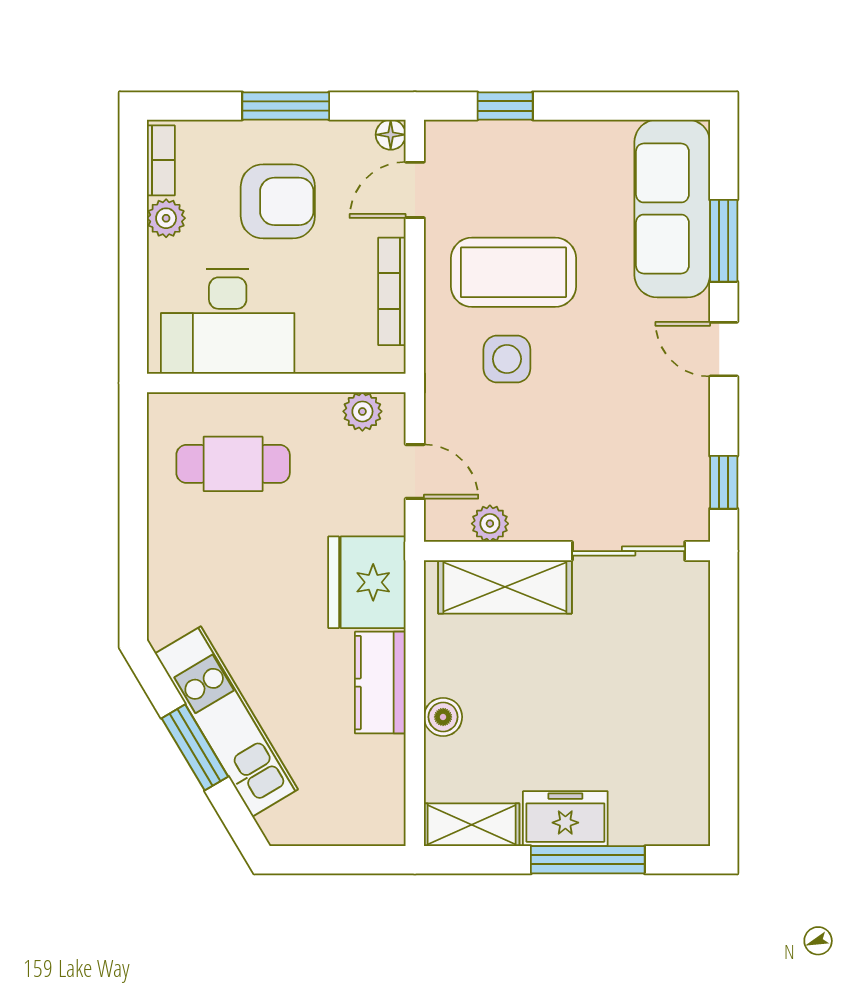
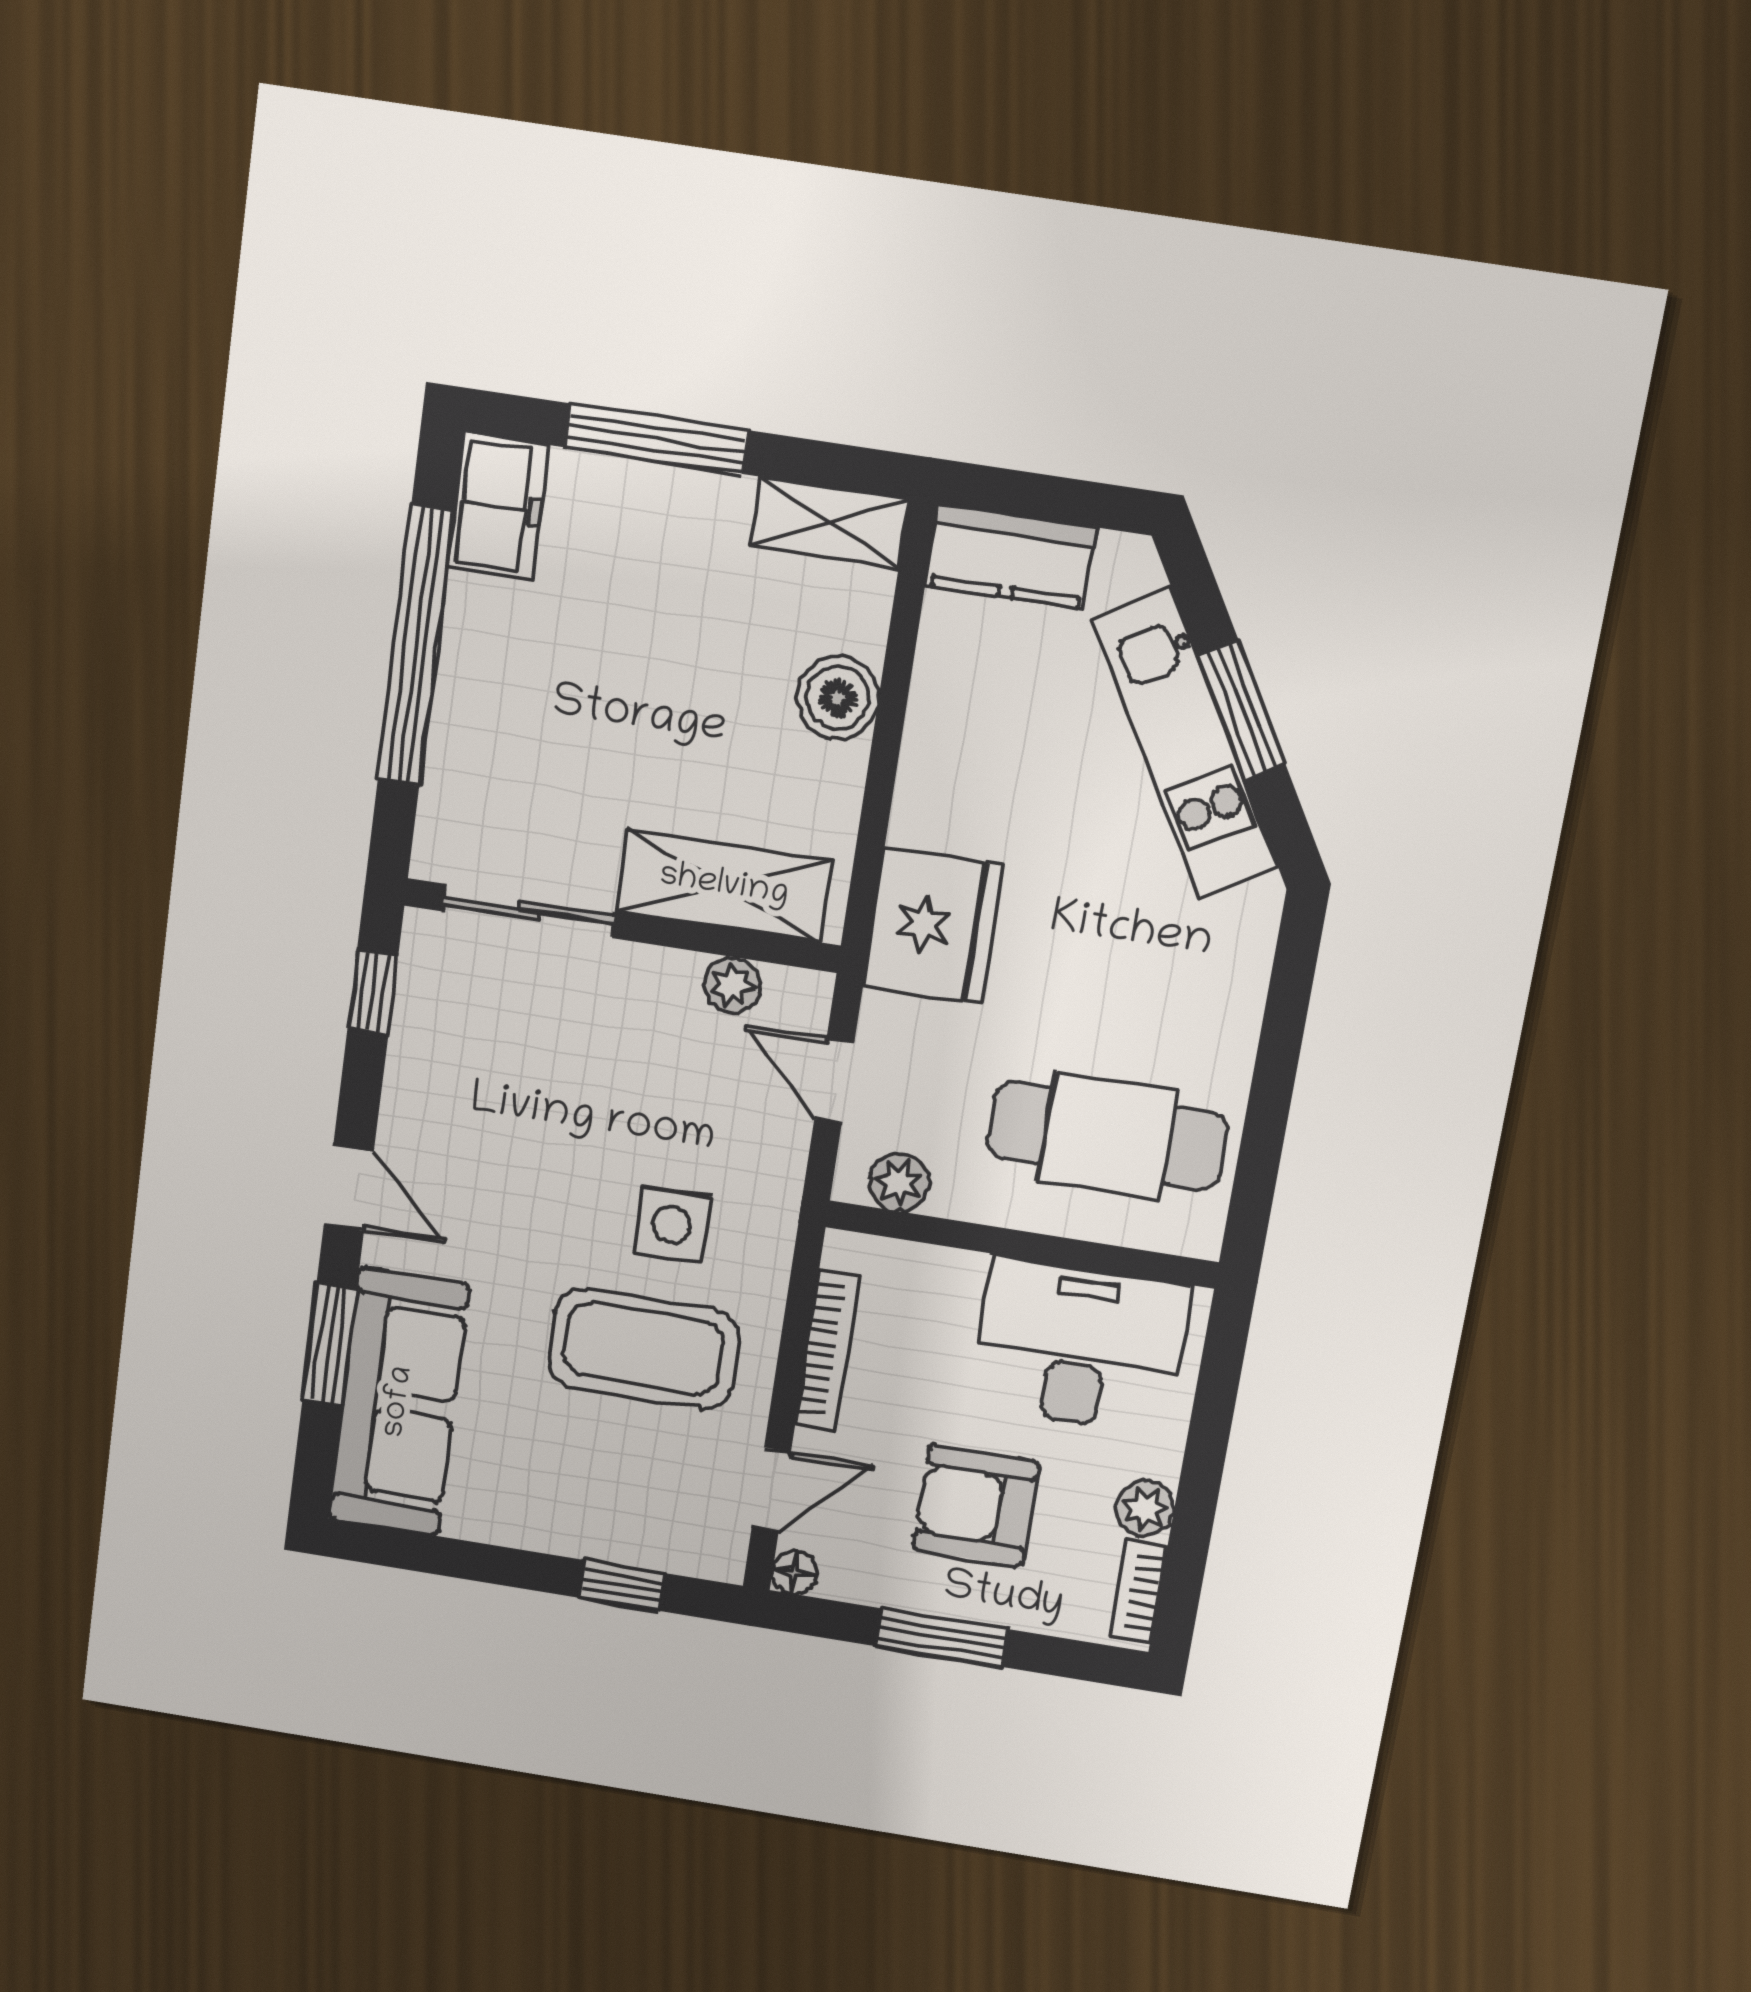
cafe table: (233, 464) -> (1107, 1136), width x1.37, depth x1.35
kitchen counter: (380, 683) -> (1011, 556), moved, turned 90
window: (724, 709) -> (415, 646), added
boiler: (443, 717) -> (838, 698), width x1.36, depth x1.36
freezer: (565, 819) -> (497, 506), moved, turned -90

